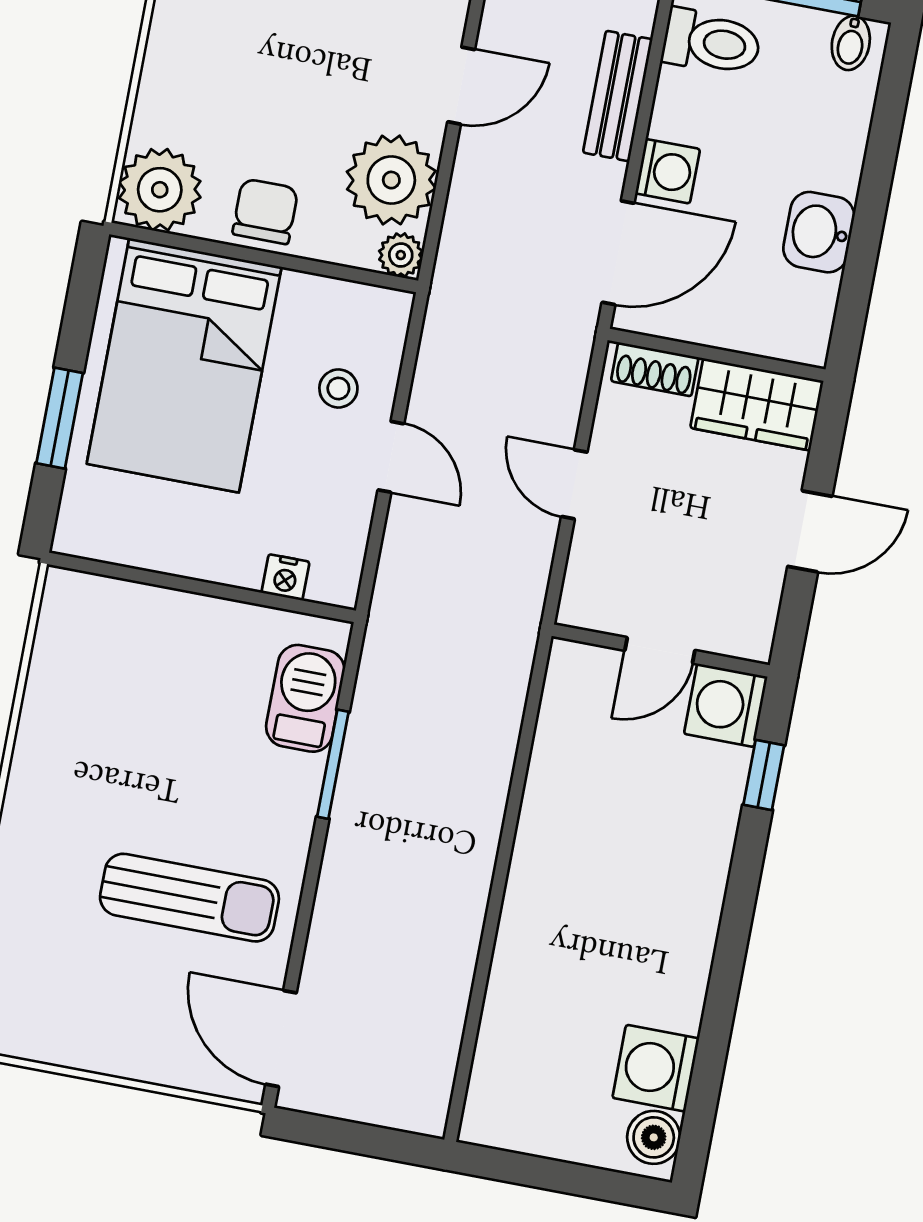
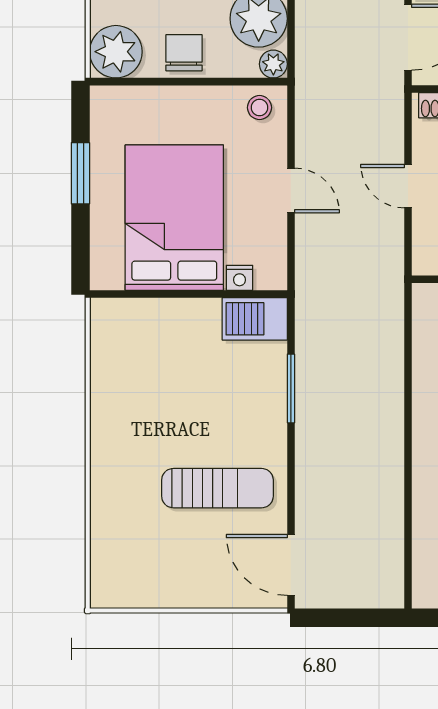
bed: (184, 365) -> (174, 218), moved, turned 180
stool: (338, 388) -> (259, 108), moved
window: (60, 418) -> (80, 173), moved
barbecue: (305, 698) -> (255, 319), moved, turned -90

